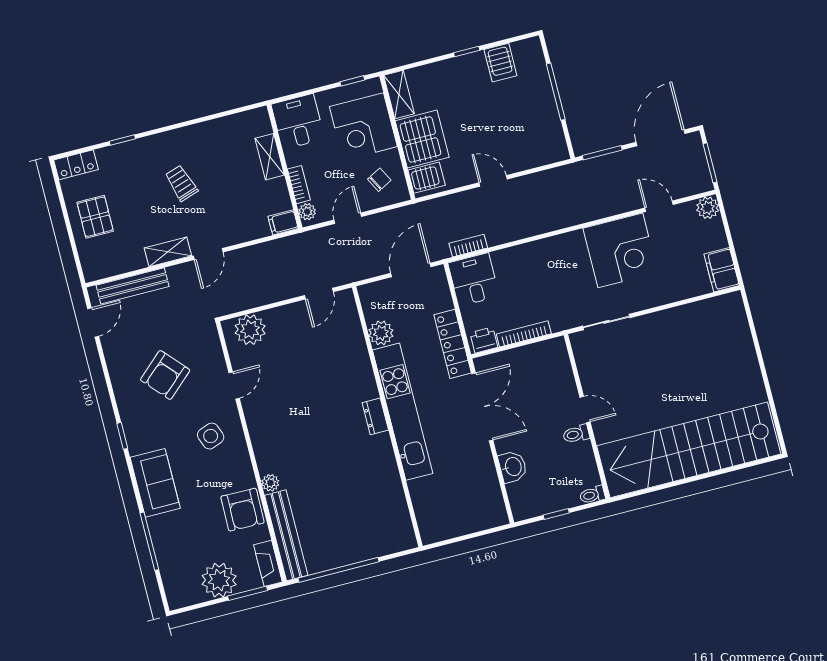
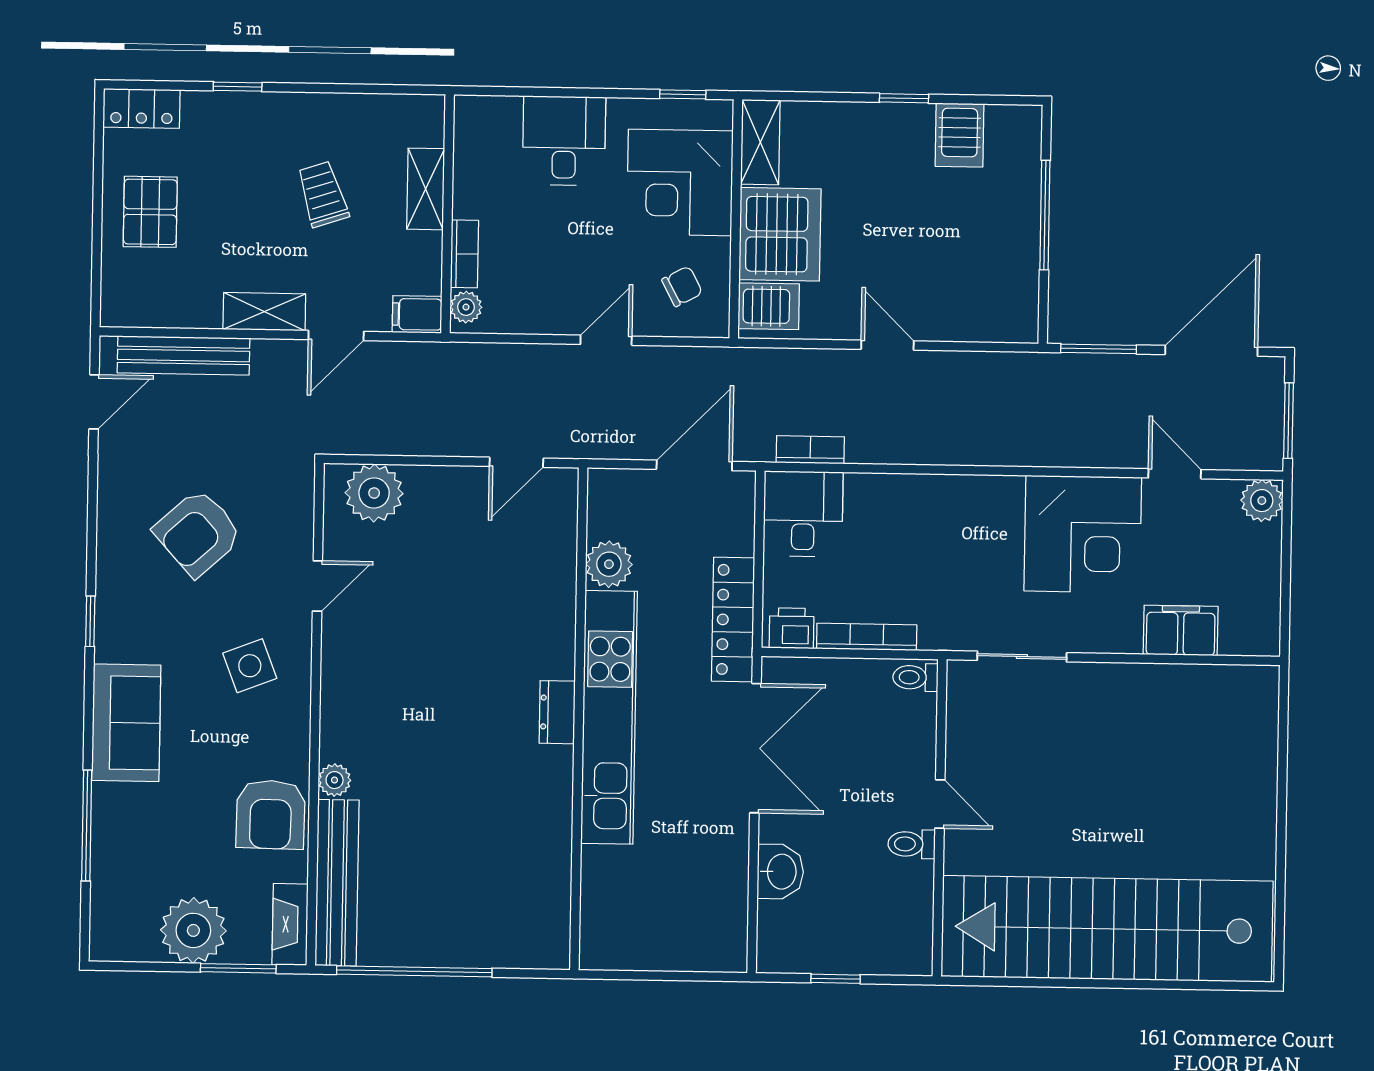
shelving: (270, 157) -> (426, 189), moved
wall: (284, 166) -> (448, 214), moved
bookcase: (299, 185) -> (464, 254), moved
plant: (307, 212) -> (466, 307), moved
filing cabinet: (283, 222) -> (417, 314), moved
filing cabinet: (722, 270) -> (1181, 630), moved, turned 90
toilet: (592, 495) -> (915, 677), moved

